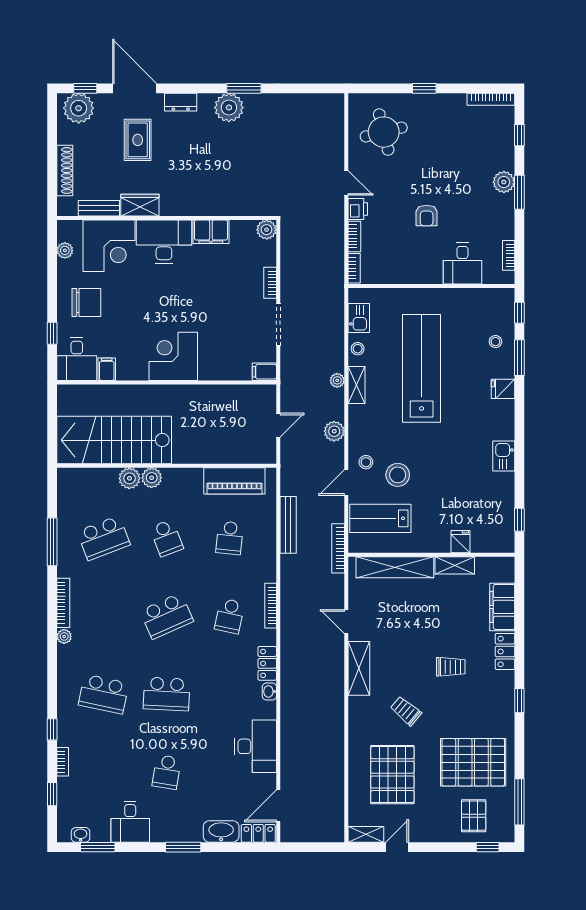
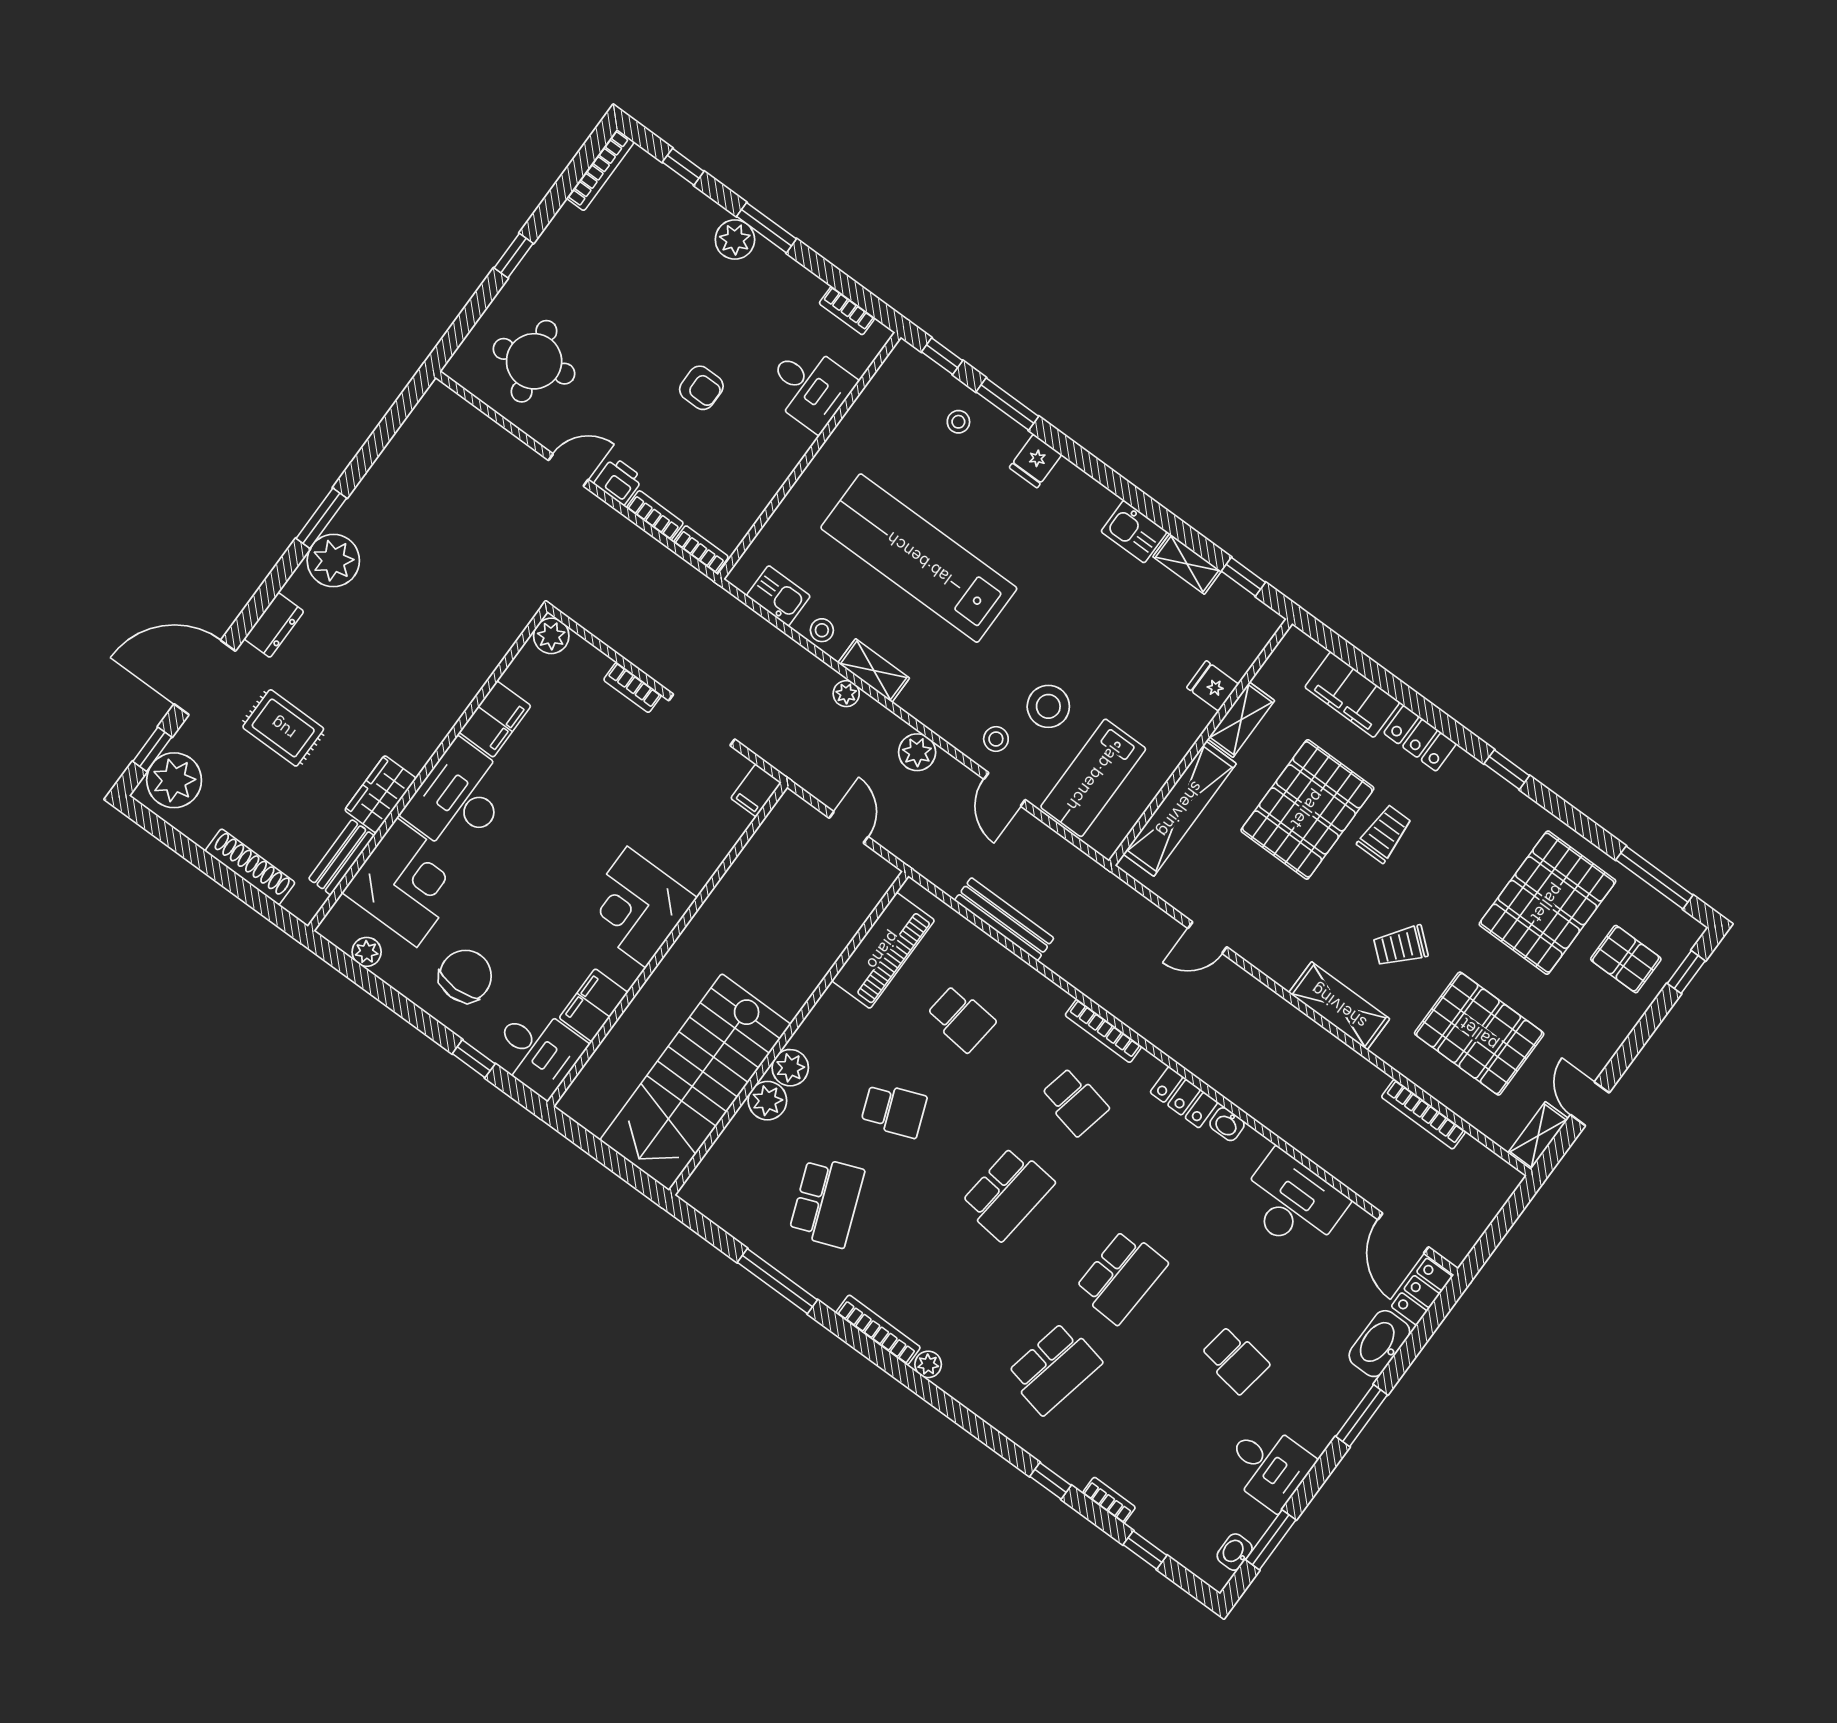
filing cabinet: (107, 369) -> (593, 1005), width x2.00
shelving: (507, 490) -> (1187, 564), added
bookcase: (338, 548) -> (1424, 1114), moved
school desk: (167, 616) -> (1007, 1193), turned 30
pallet: (436, 624) -> (1307, 809), added
shelving: (359, 668) -> (1339, 1006), moved

